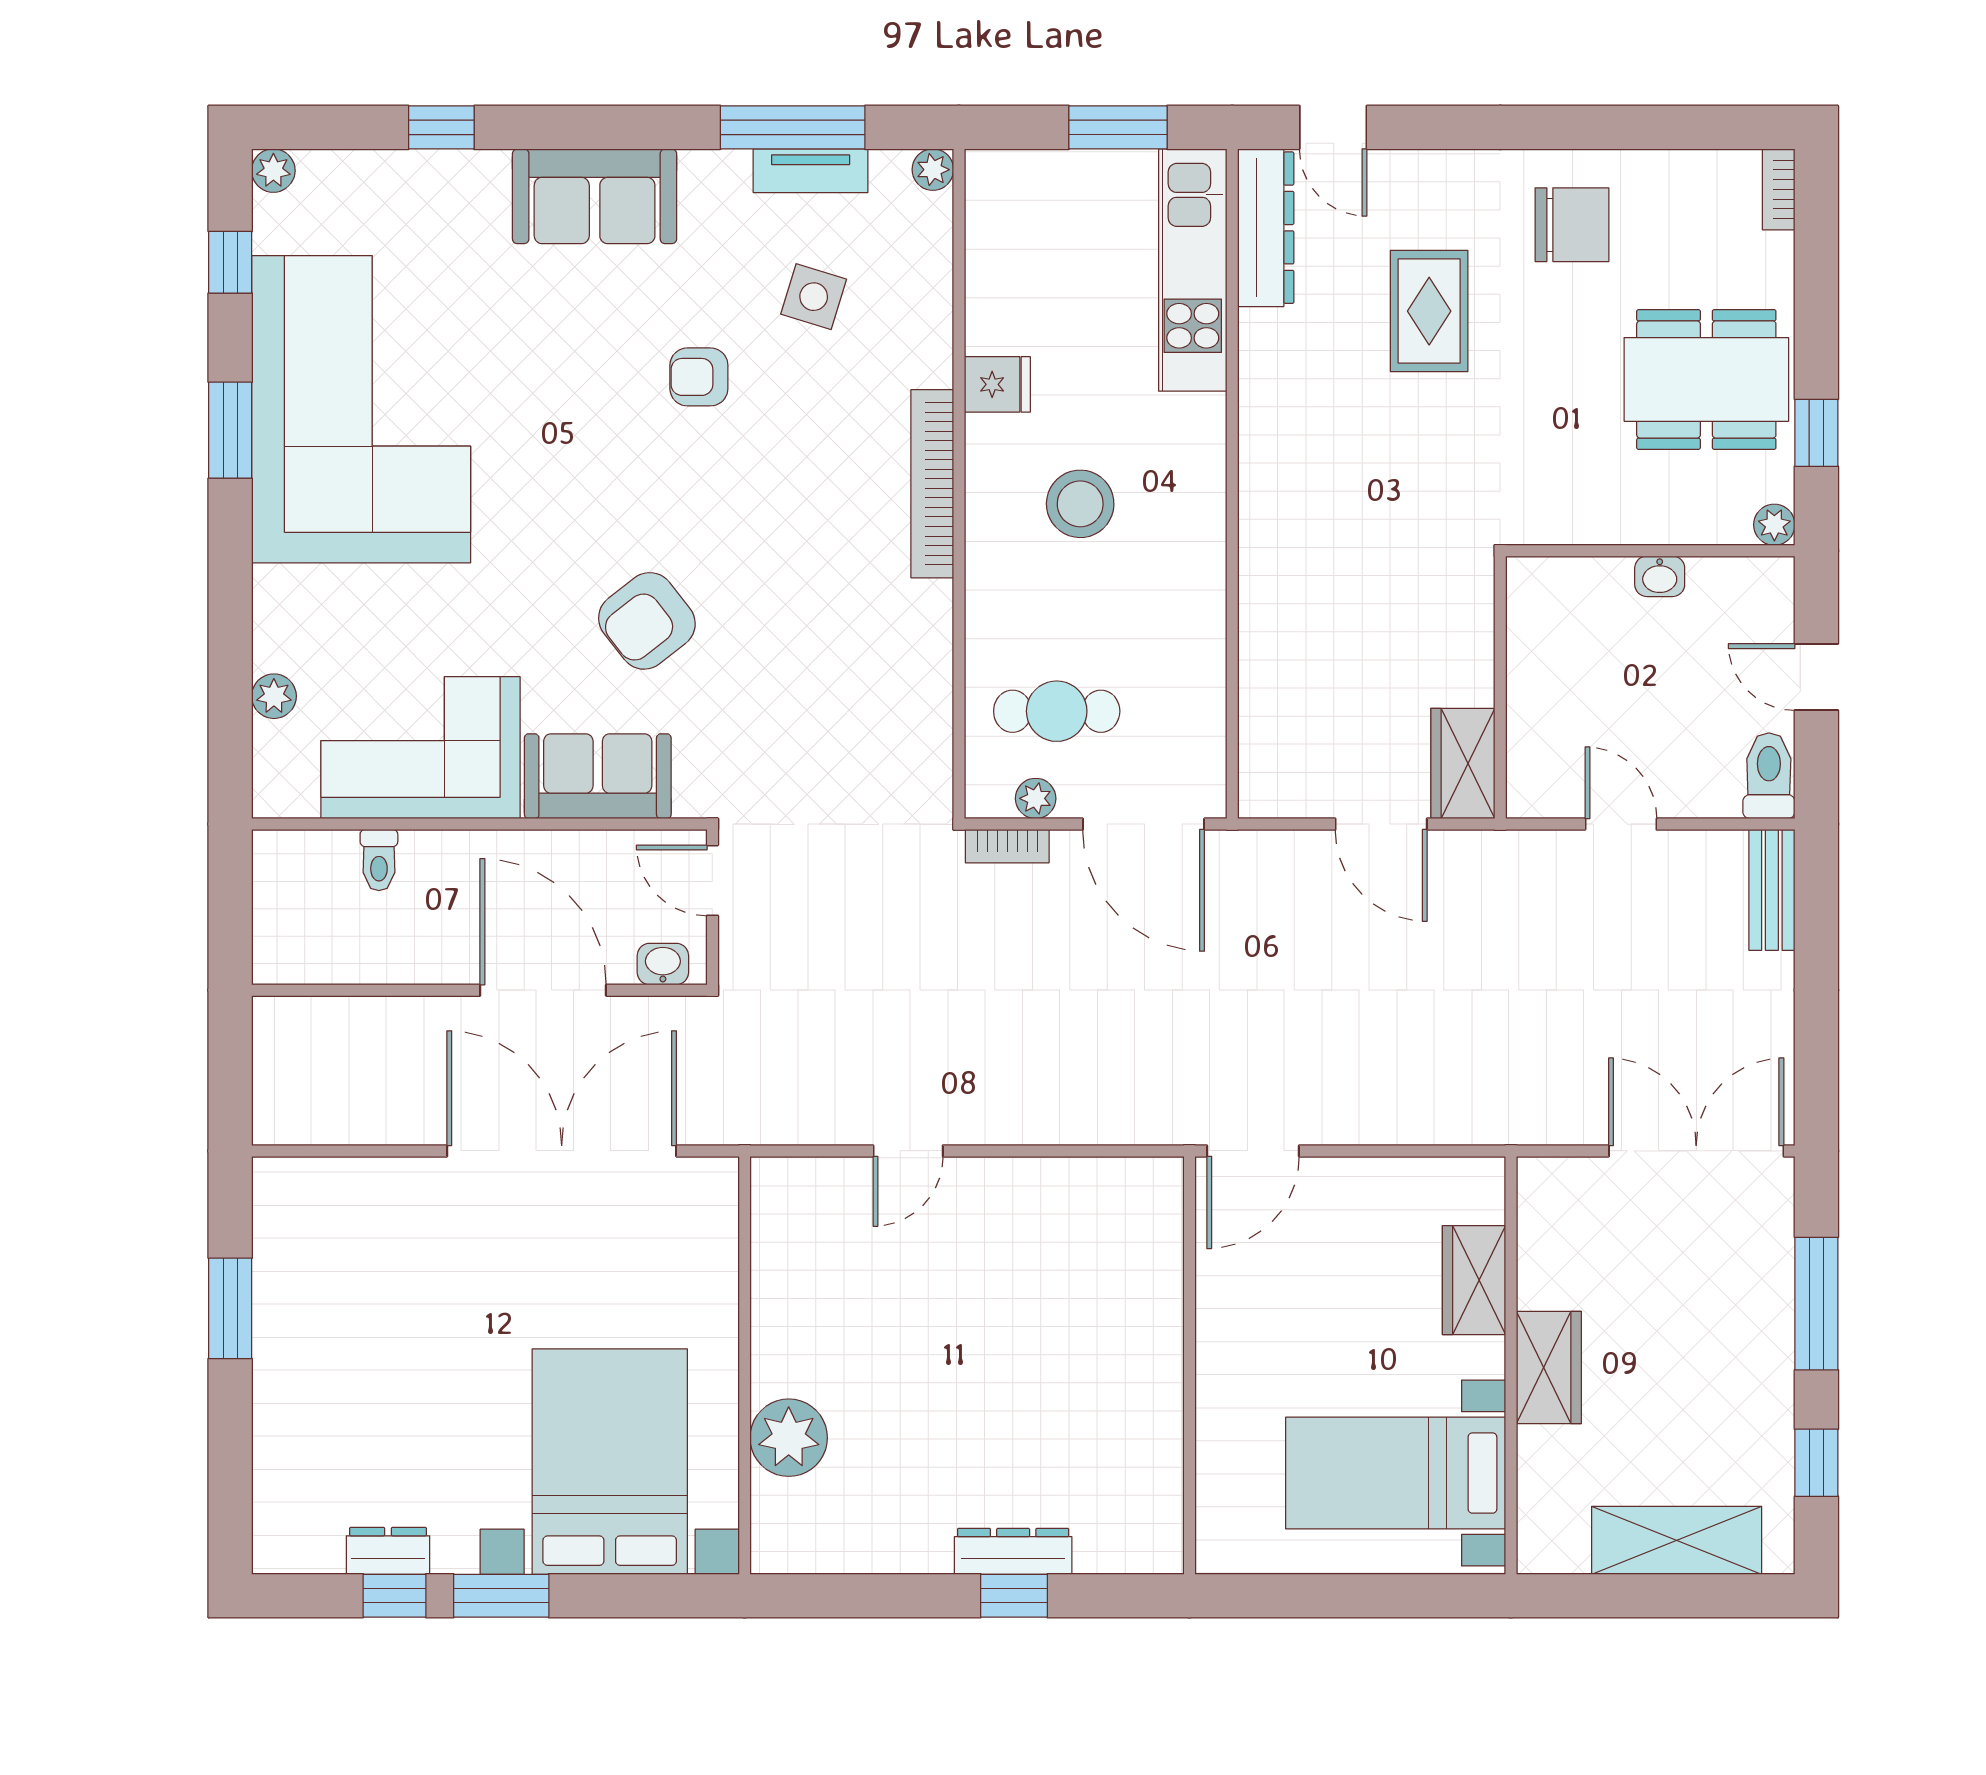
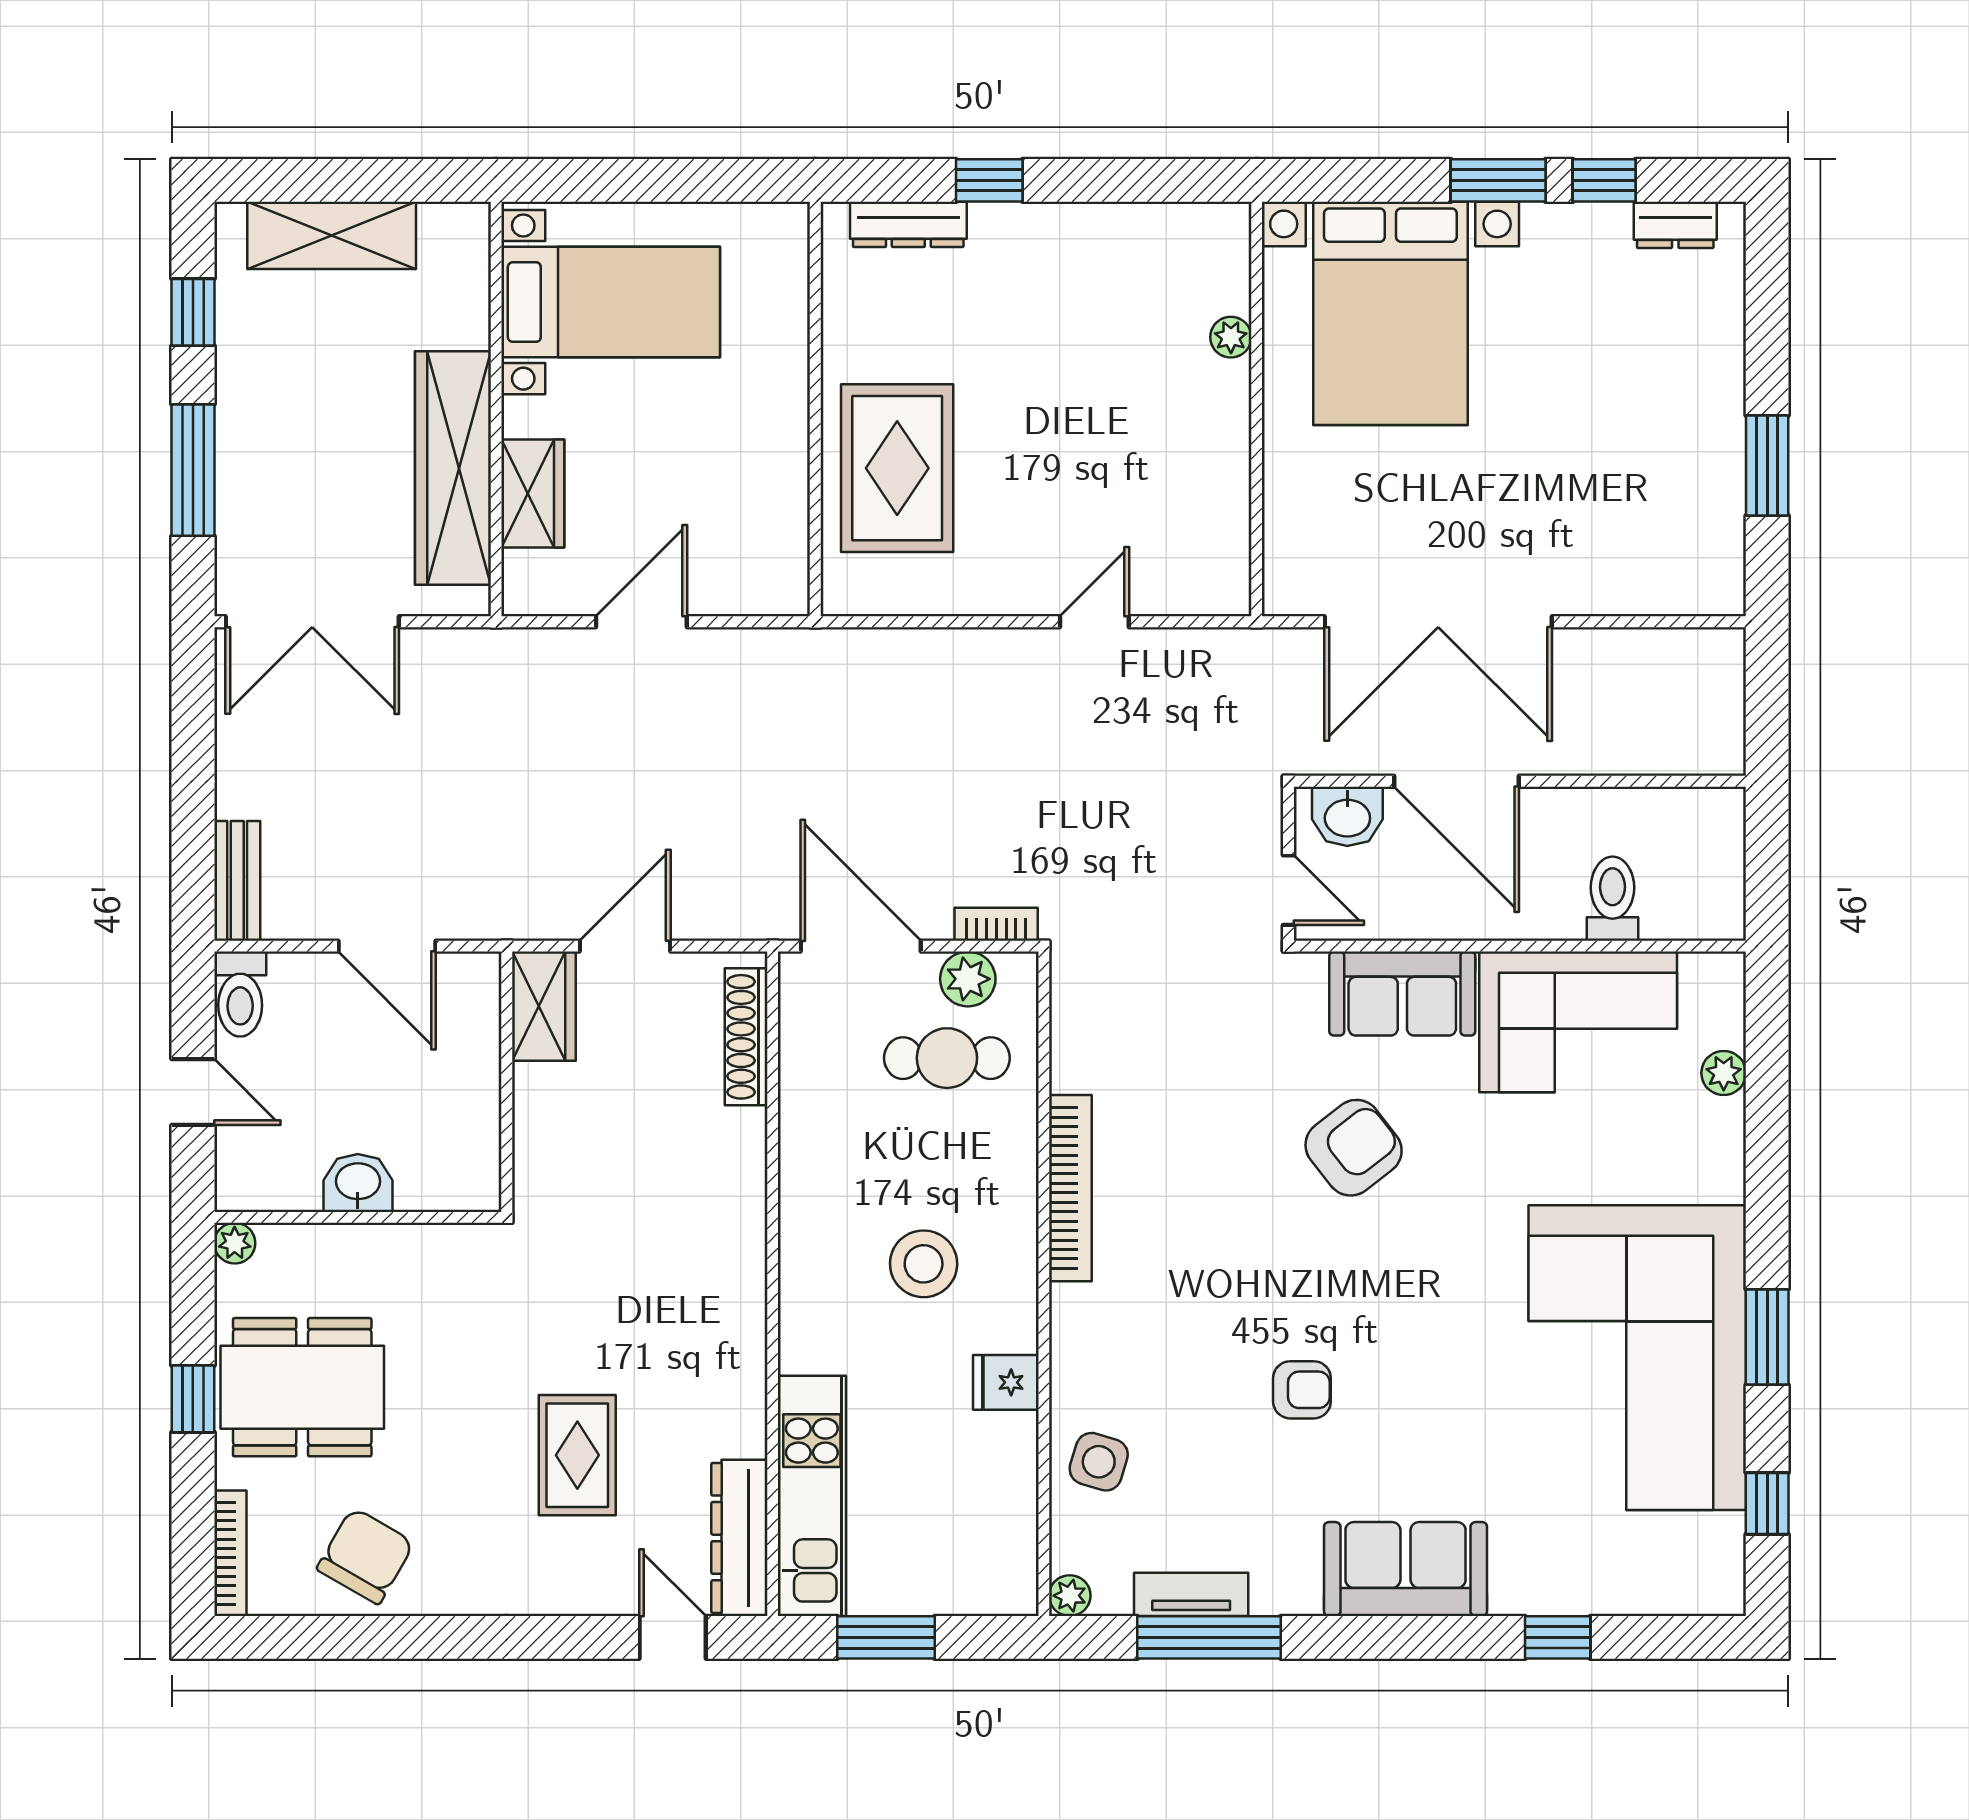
plant: (273, 171) -> (1724, 1595), removed
bookcase: (1779, 189) -> (230, 1553), width x1.56
chair: (1572, 225) -> (365, 1556), moved, turned 120
side table: (814, 297) -> (1099, 1462), moved
window: (1816, 433) -> (193, 1399), moved
bookcase: (932, 484) -> (1070, 1188), moved
washbasin: (1660, 576) -> (358, 1183), width x1.38, depth x1.45
shoe rack: (1259, 733) -> (746, 1037), added
plant: (1036, 798) -> (968, 979), width x1.38, depth x1.38
door: (1381, 824) -> (625, 946), hinge flipped
door: (1621, 824) -> (387, 946), width x1.37
toilet: (379, 860) -> (1613, 899), width x1.37, depth x1.39
washbasin: (663, 964) -> (1347, 816), width x1.38, depth x1.45
door: (1253, 1151) -> (641, 622), moved
rug: (1107, 1306) -> (897, 468), added
wardrobe: (1549, 1368) -> (453, 468), width x2.10, depth x1.17
plant: (789, 1438) -> (1231, 337), width x0.53, depth x0.53
dresser: (388, 1551) -> (1675, 225), moved
dresser: (1013, 1551) -> (908, 224), moved

